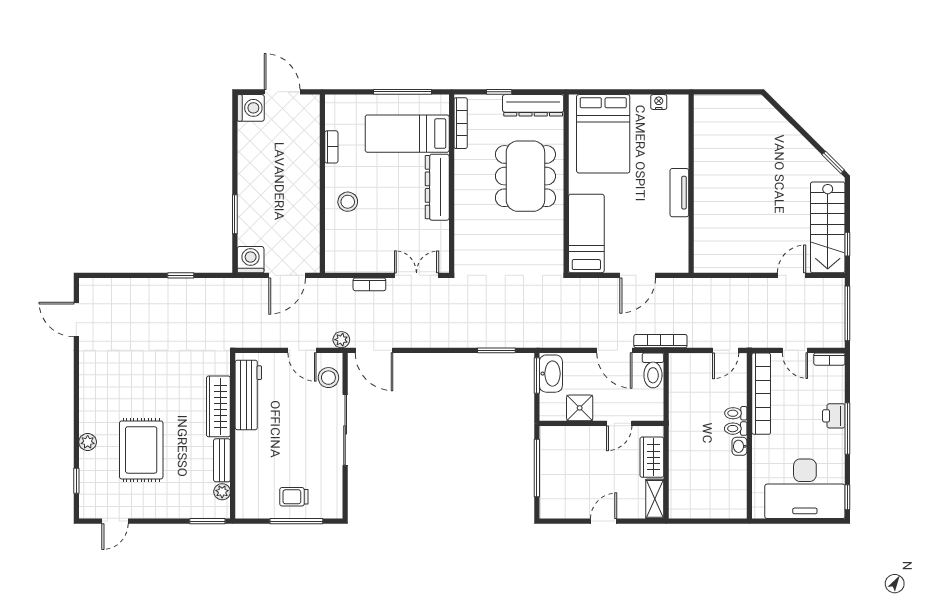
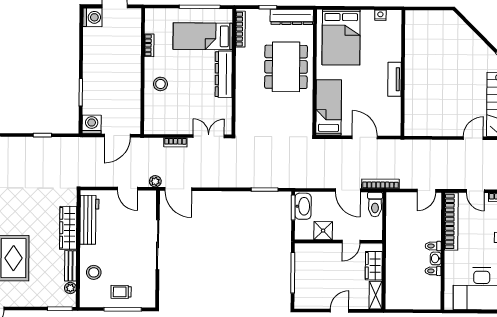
door: (638, 275) -> (365, 137), swing flipped
stool: (328, 378) -> (94, 272), moved
toilet: (736, 413) -> (433, 271), moved

